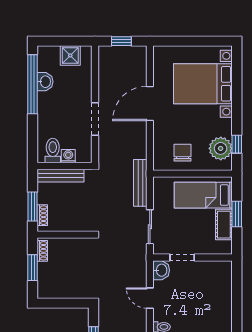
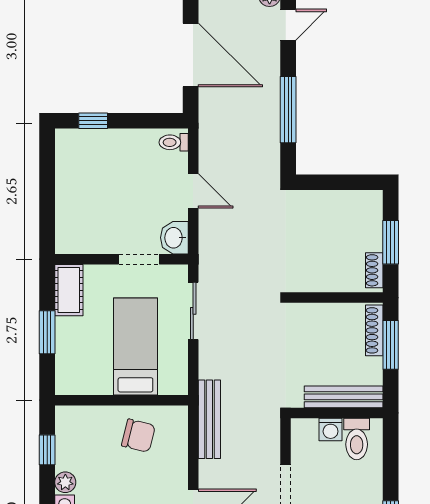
plant: (221, 148) -> (65, 482), moved, width x0.53, depth x0.53
chair: (182, 153) -> (138, 436), turned -76
bench: (140, 183) -> (209, 419), moved
bed: (203, 195) -> (135, 346), moved, turned -90
shoe rack: (42, 215) -> (374, 330), width x1.43
cot: (224, 225) -> (69, 290), moved

